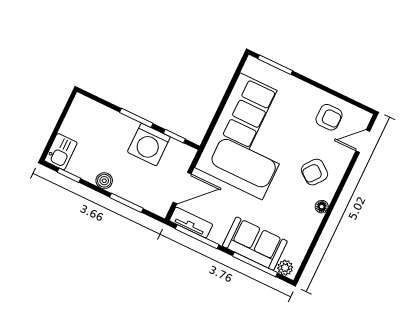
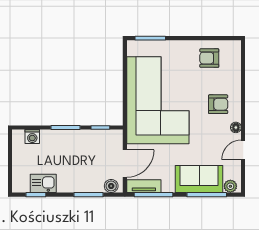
armchair: (329, 117) -> (209, 58), turned 180
door: (363, 141) -> (243, 150), moved
washing machine: (149, 145) -> (32, 137), moved, width x0.53, depth x0.53
kitchen sink: (61, 152) -> (43, 183), moved, turned -90
armchair: (315, 172) -> (218, 104), turned -128
boiler: (104, 181) -> (111, 186), moved

